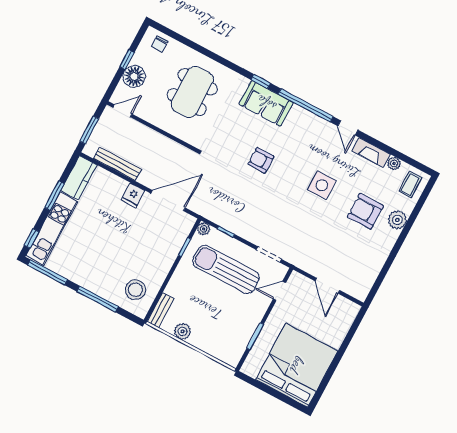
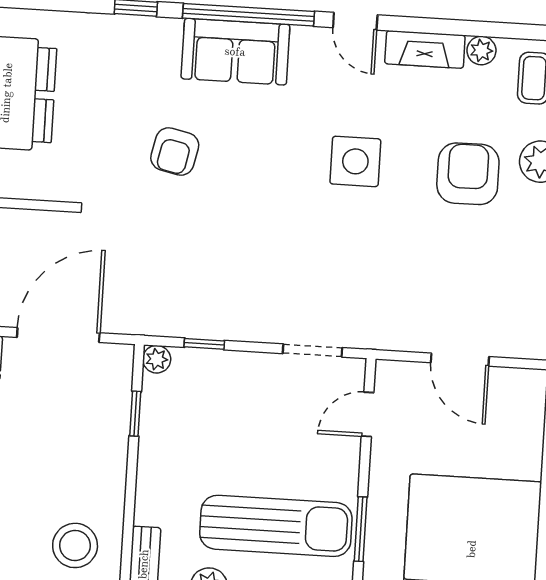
sofa: (266, 103) -> (235, 52), moved
armchair: (261, 160) -> (175, 151), moved, turned -78
armchair: (365, 211) -> (468, 174), turned 90
sun lounger: (226, 269) -> (276, 526), moved, turned 180

